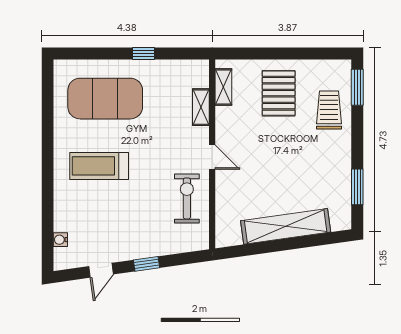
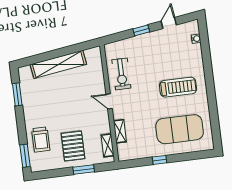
window: (266, 53) -> (84, 170), added

